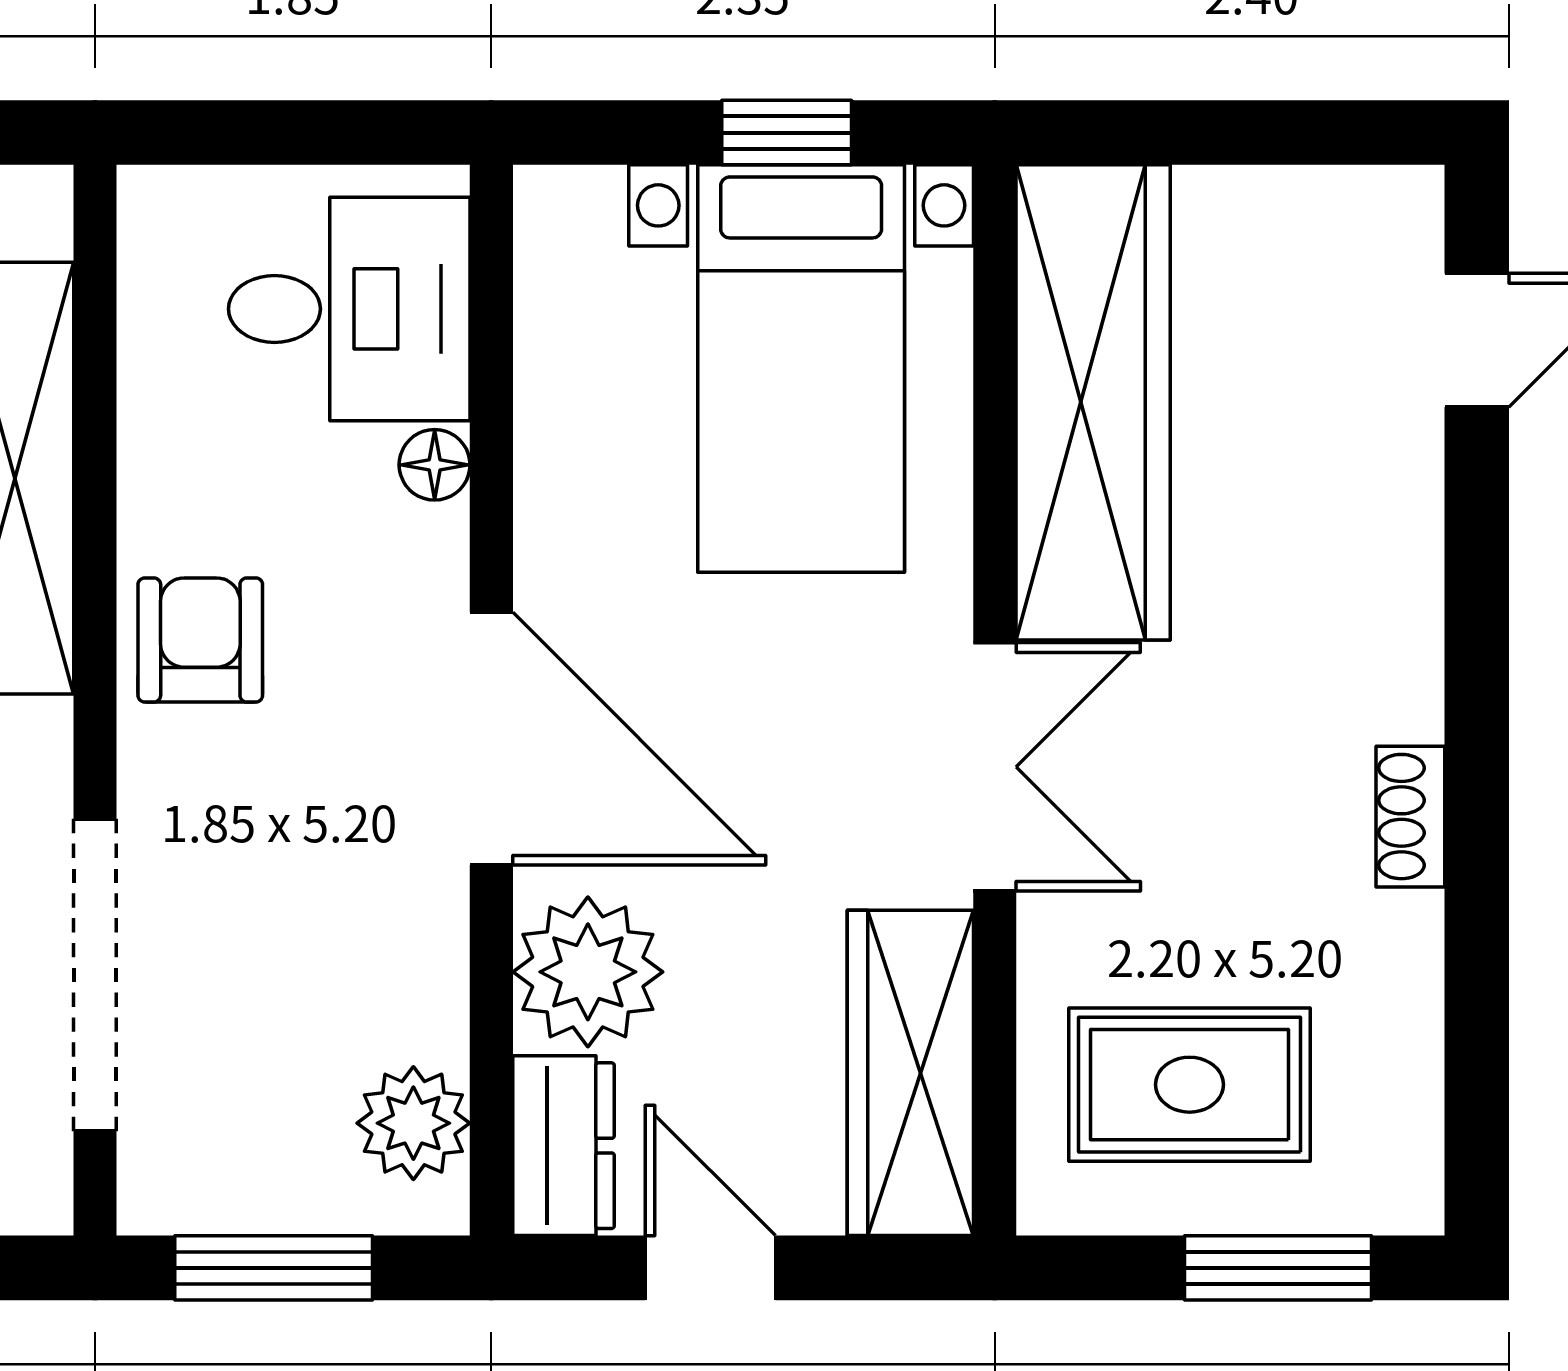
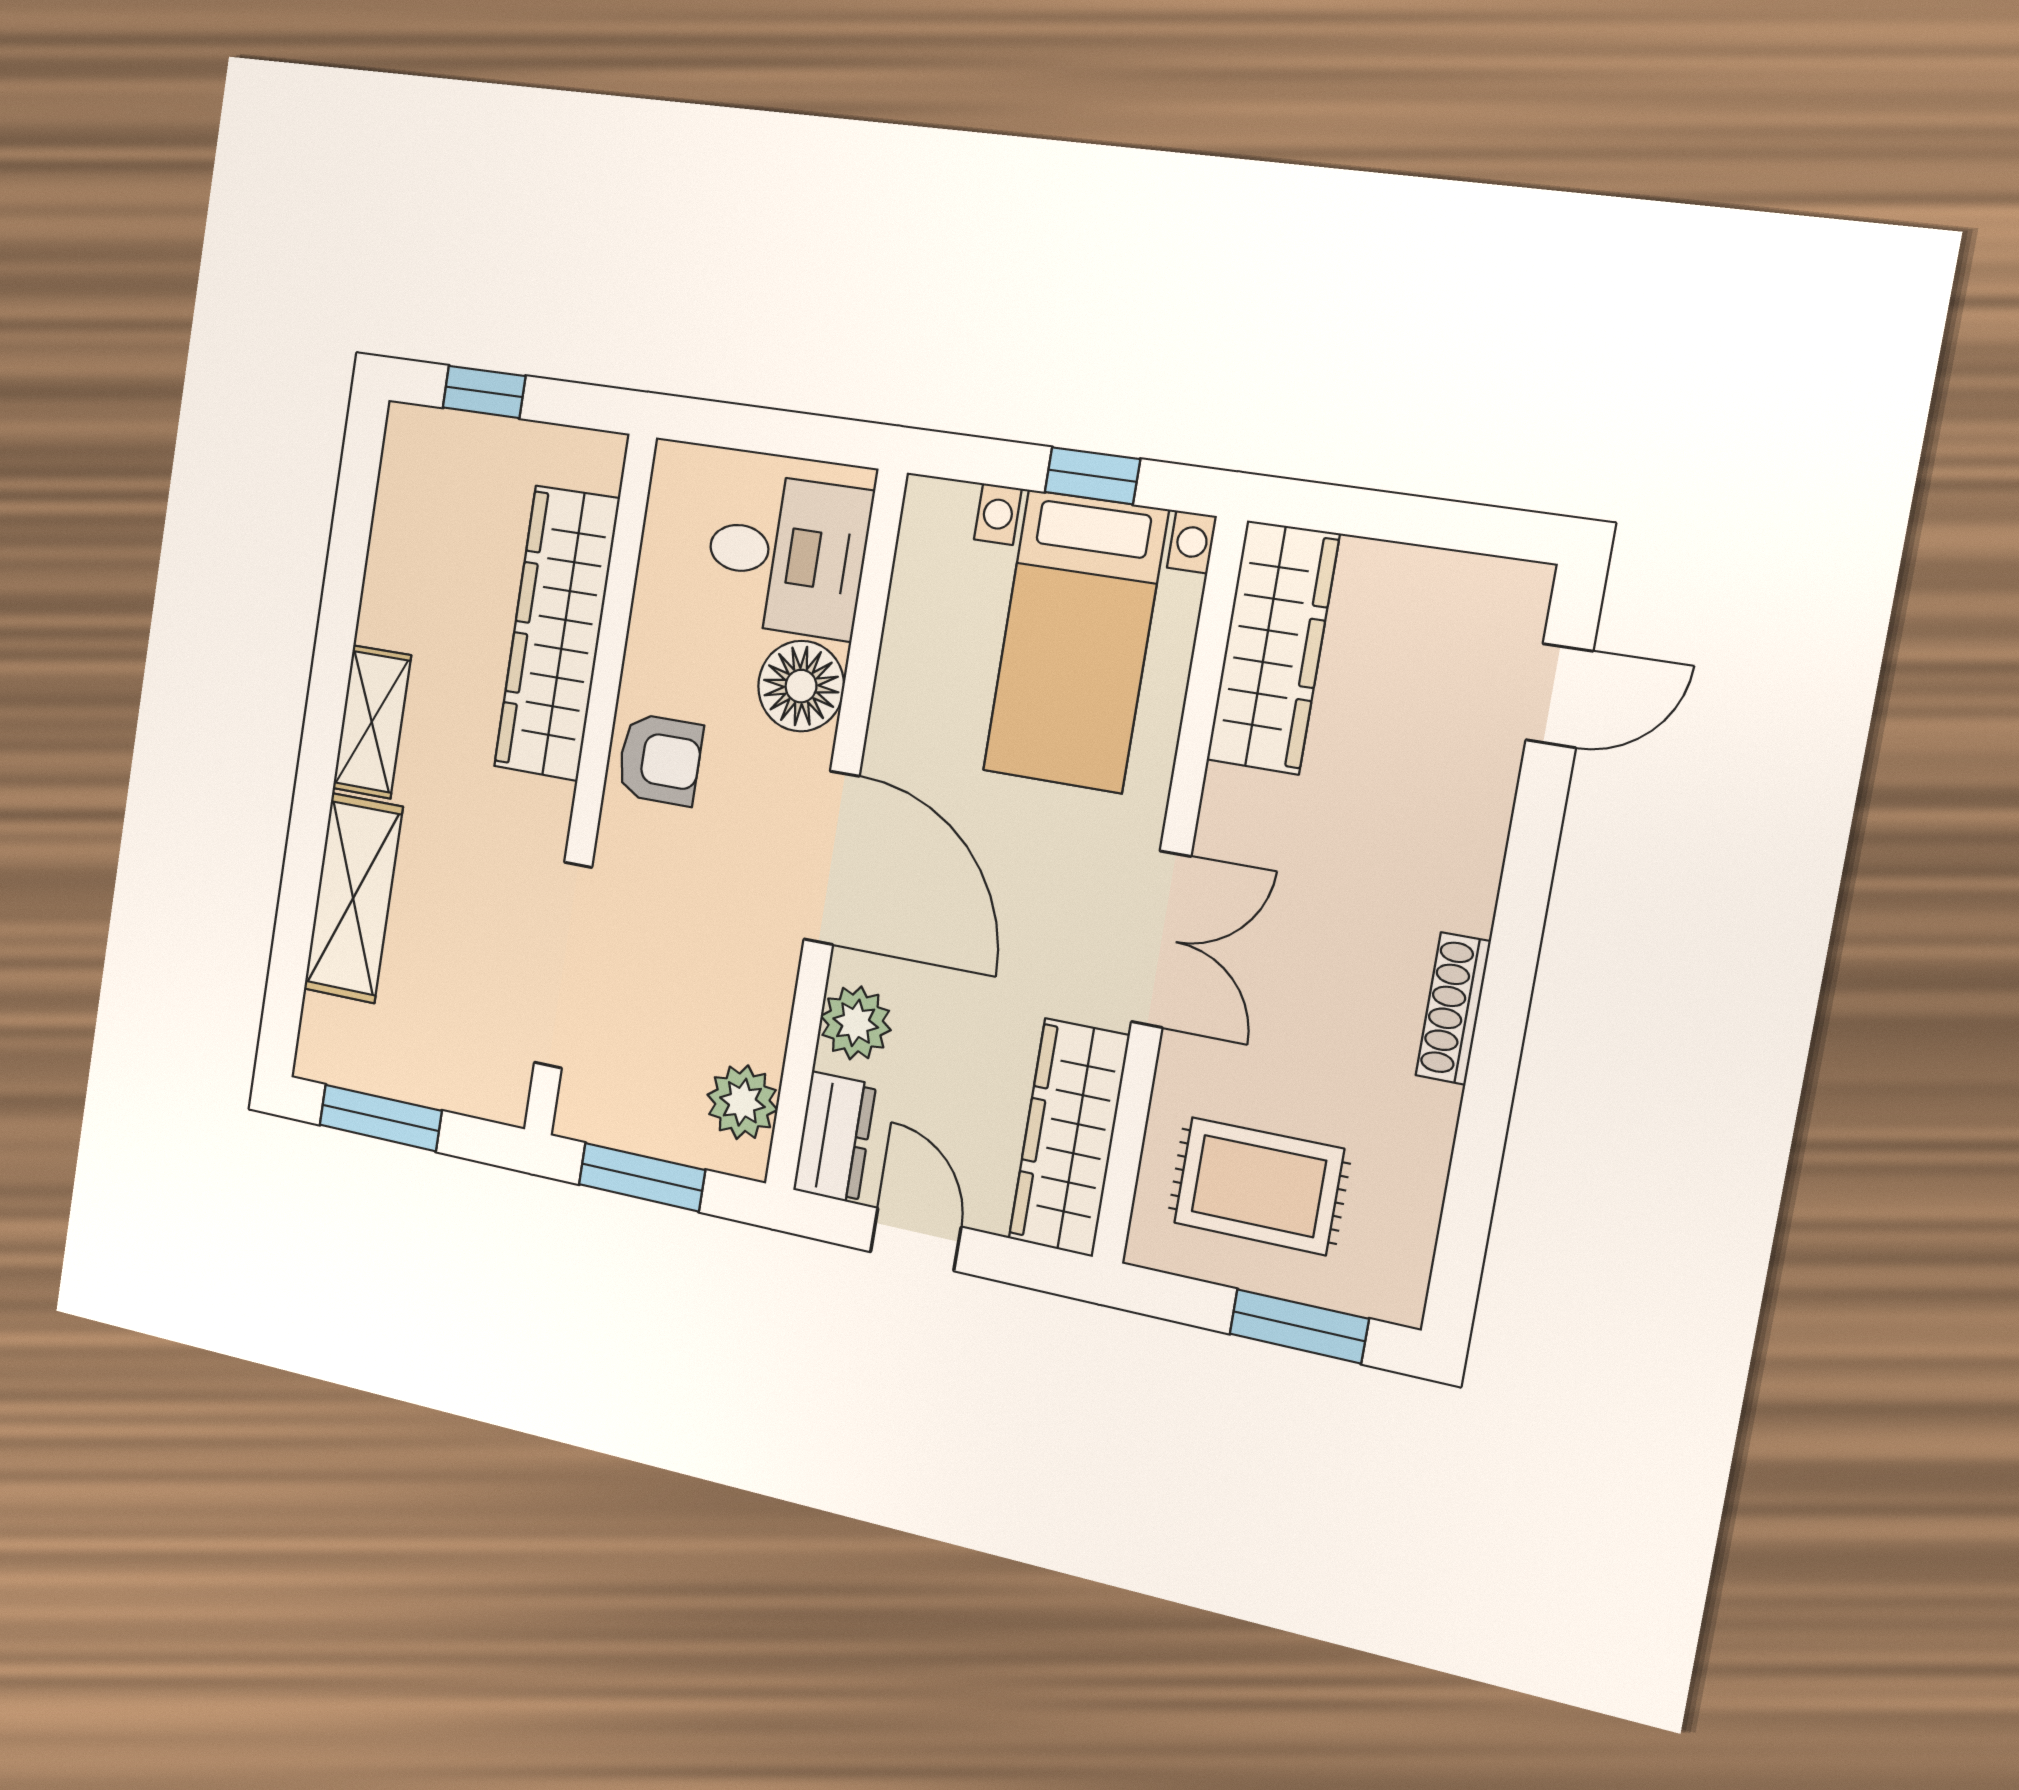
wardrobe: (1093, 402) -> (1273, 647), width x0.71, depth x0.85
floor lamp: (435, 465) -> (801, 686), width x1.89, depth x1.89
armchair: (200, 640) -> (660, 760), turned 90
shoe rack: (1410, 817) -> (1453, 1008), width x1.43
plant: (588, 972) -> (856, 1023), width x0.73, depth x0.73

